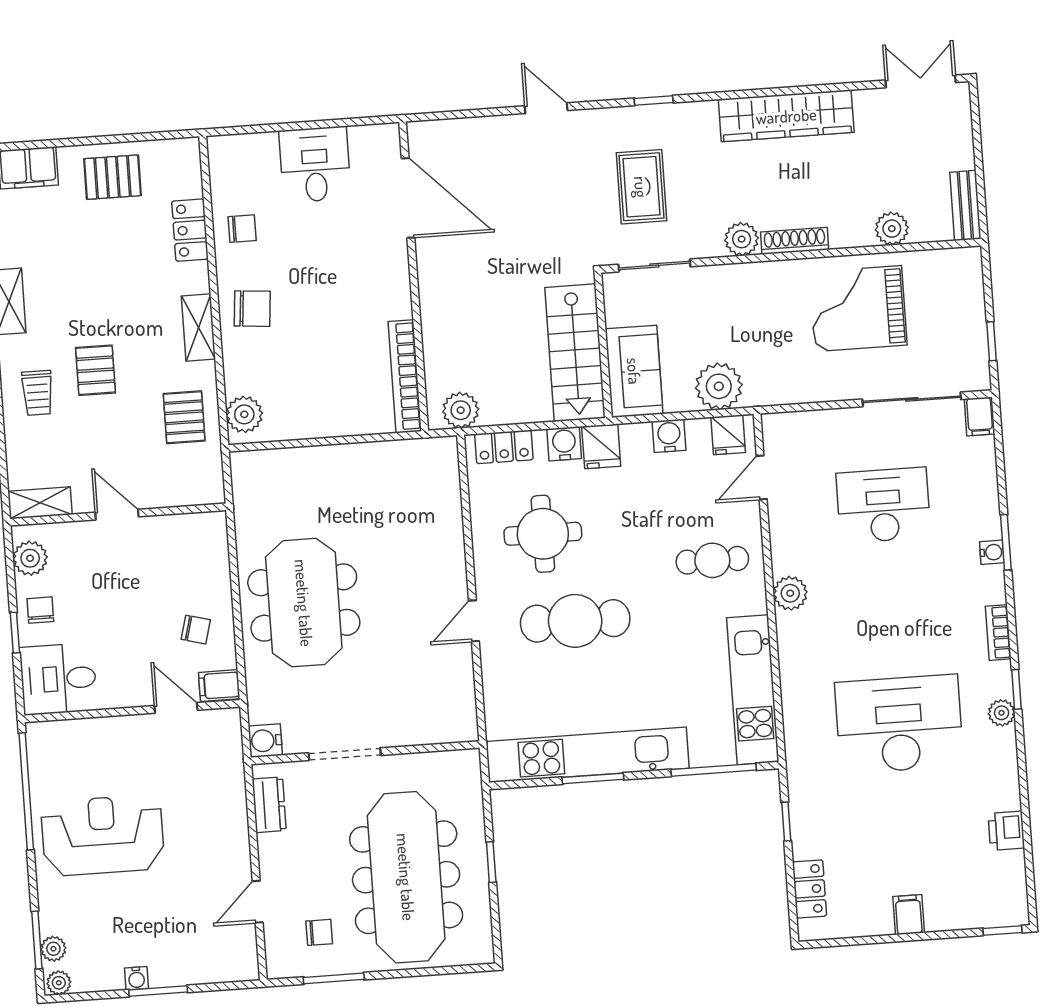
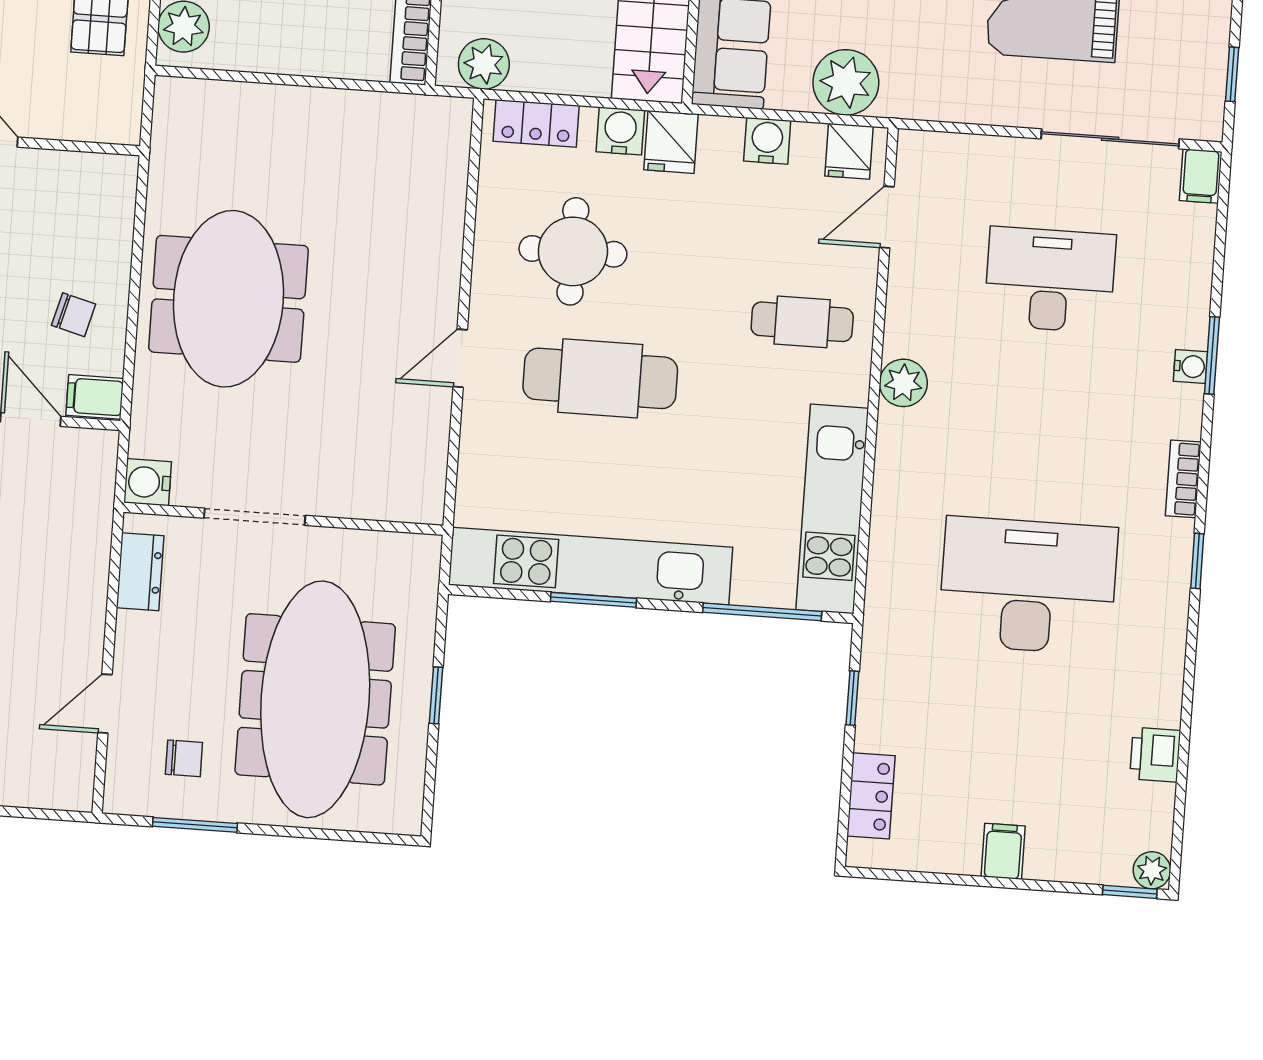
plant: (1002, 713) -> (1152, 870), moved

